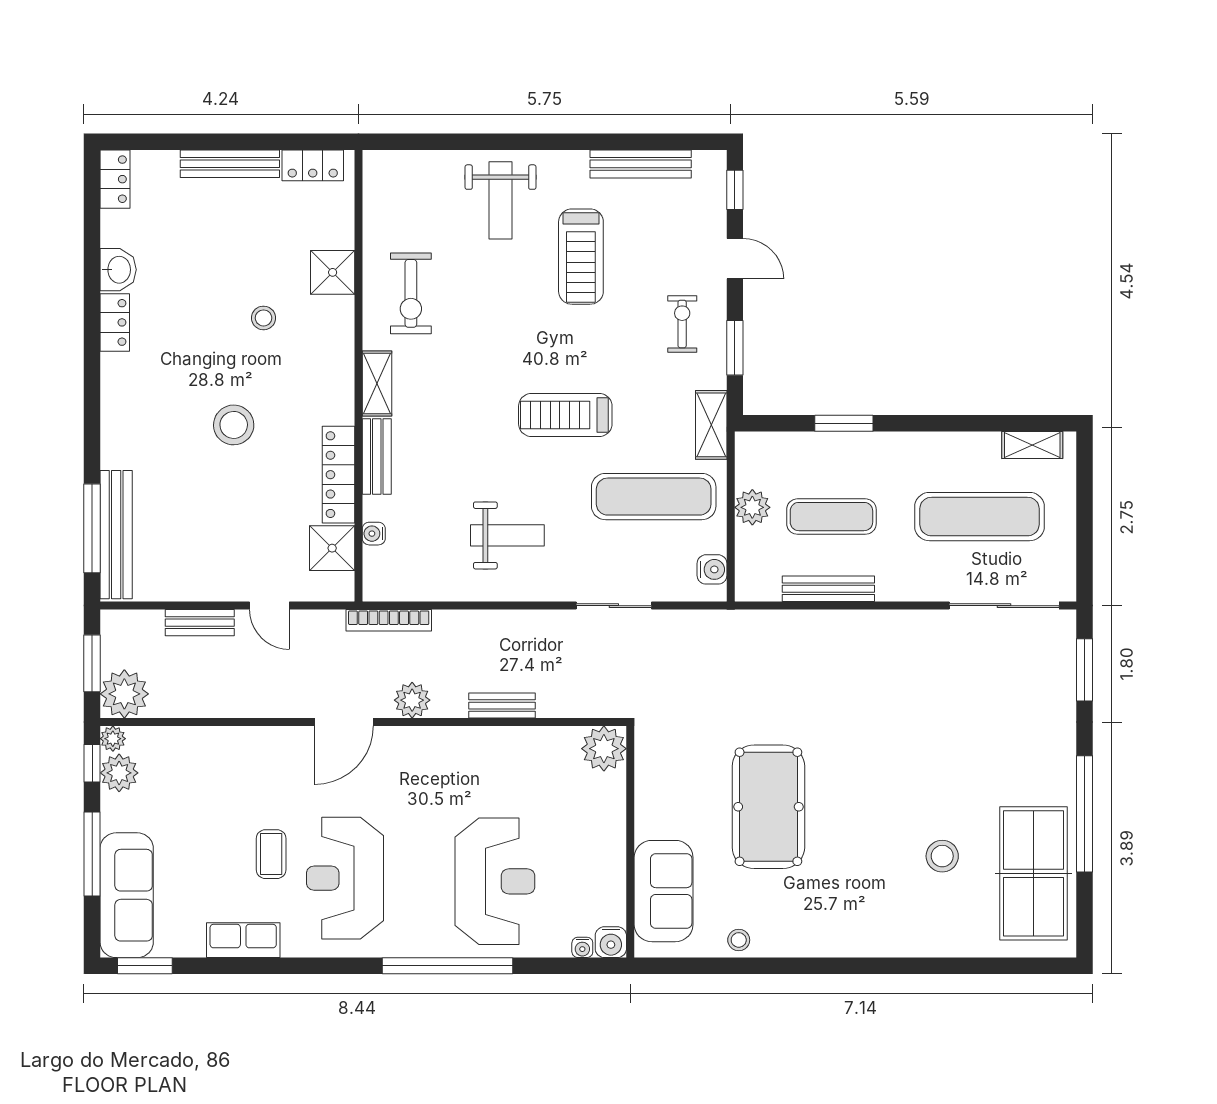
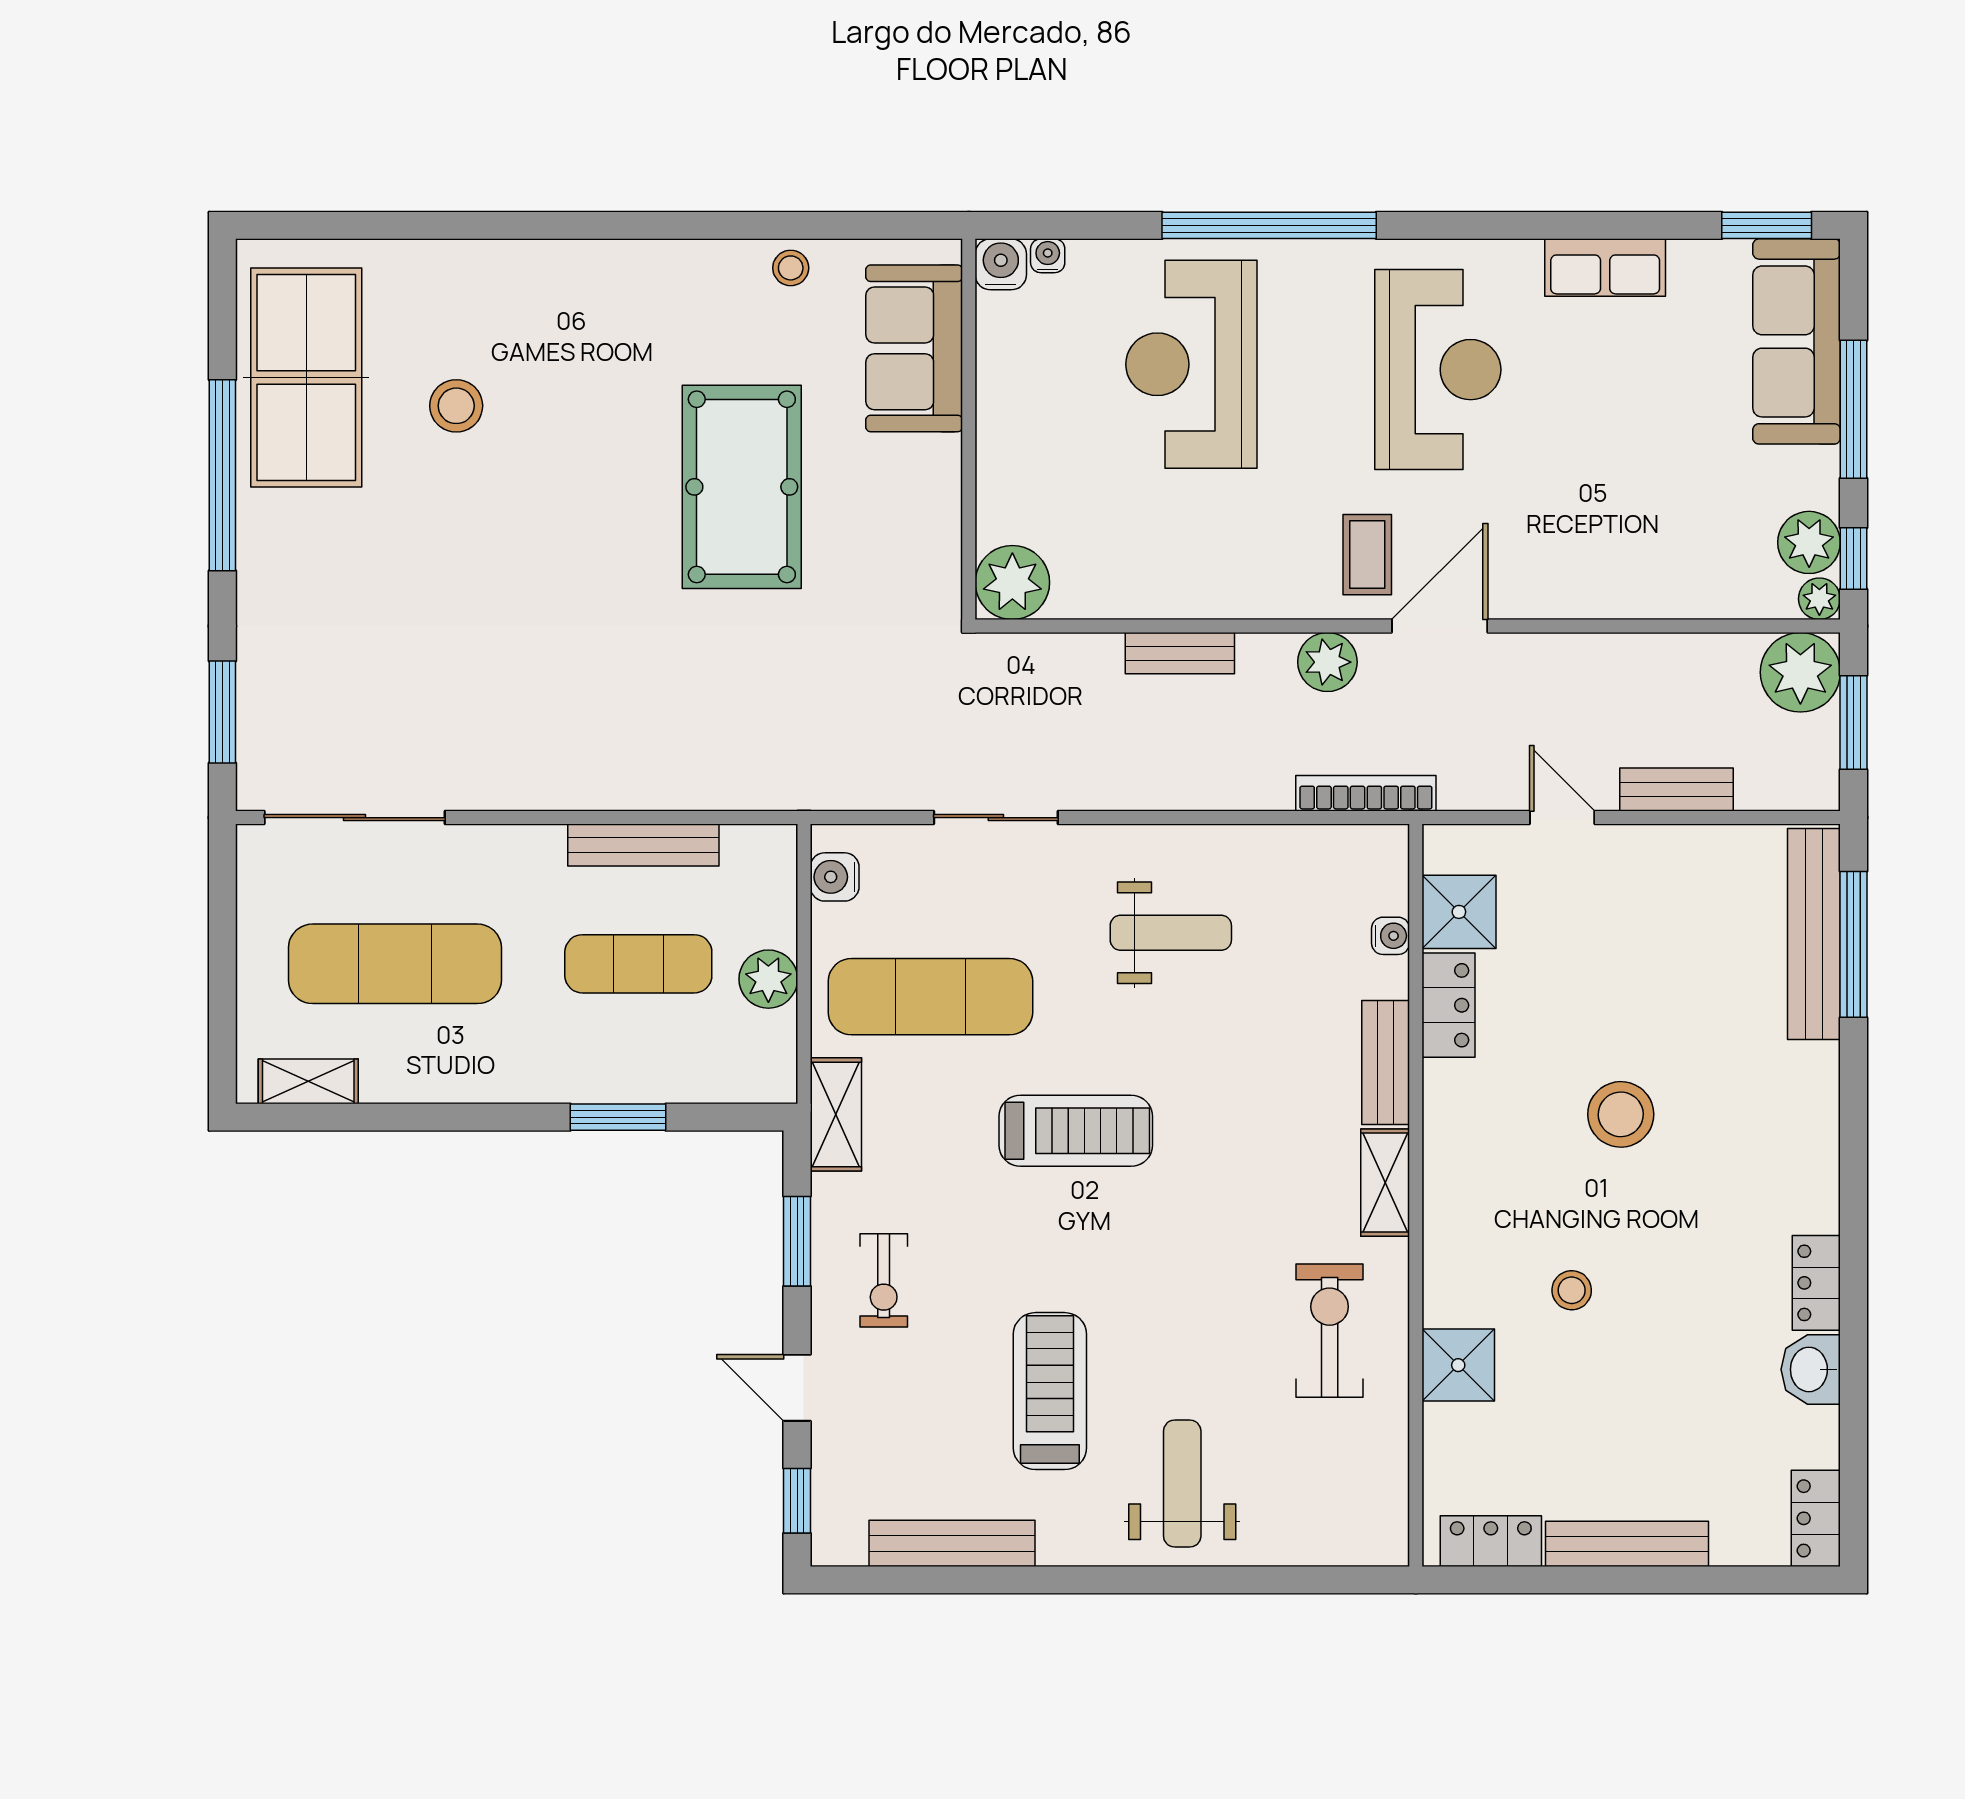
locker: (338, 475) -> (1448, 1005), width x0.66
weight bench: (507, 535) -> (1171, 933), turned 180
coffee table: (271, 854) -> (1367, 555), moved

